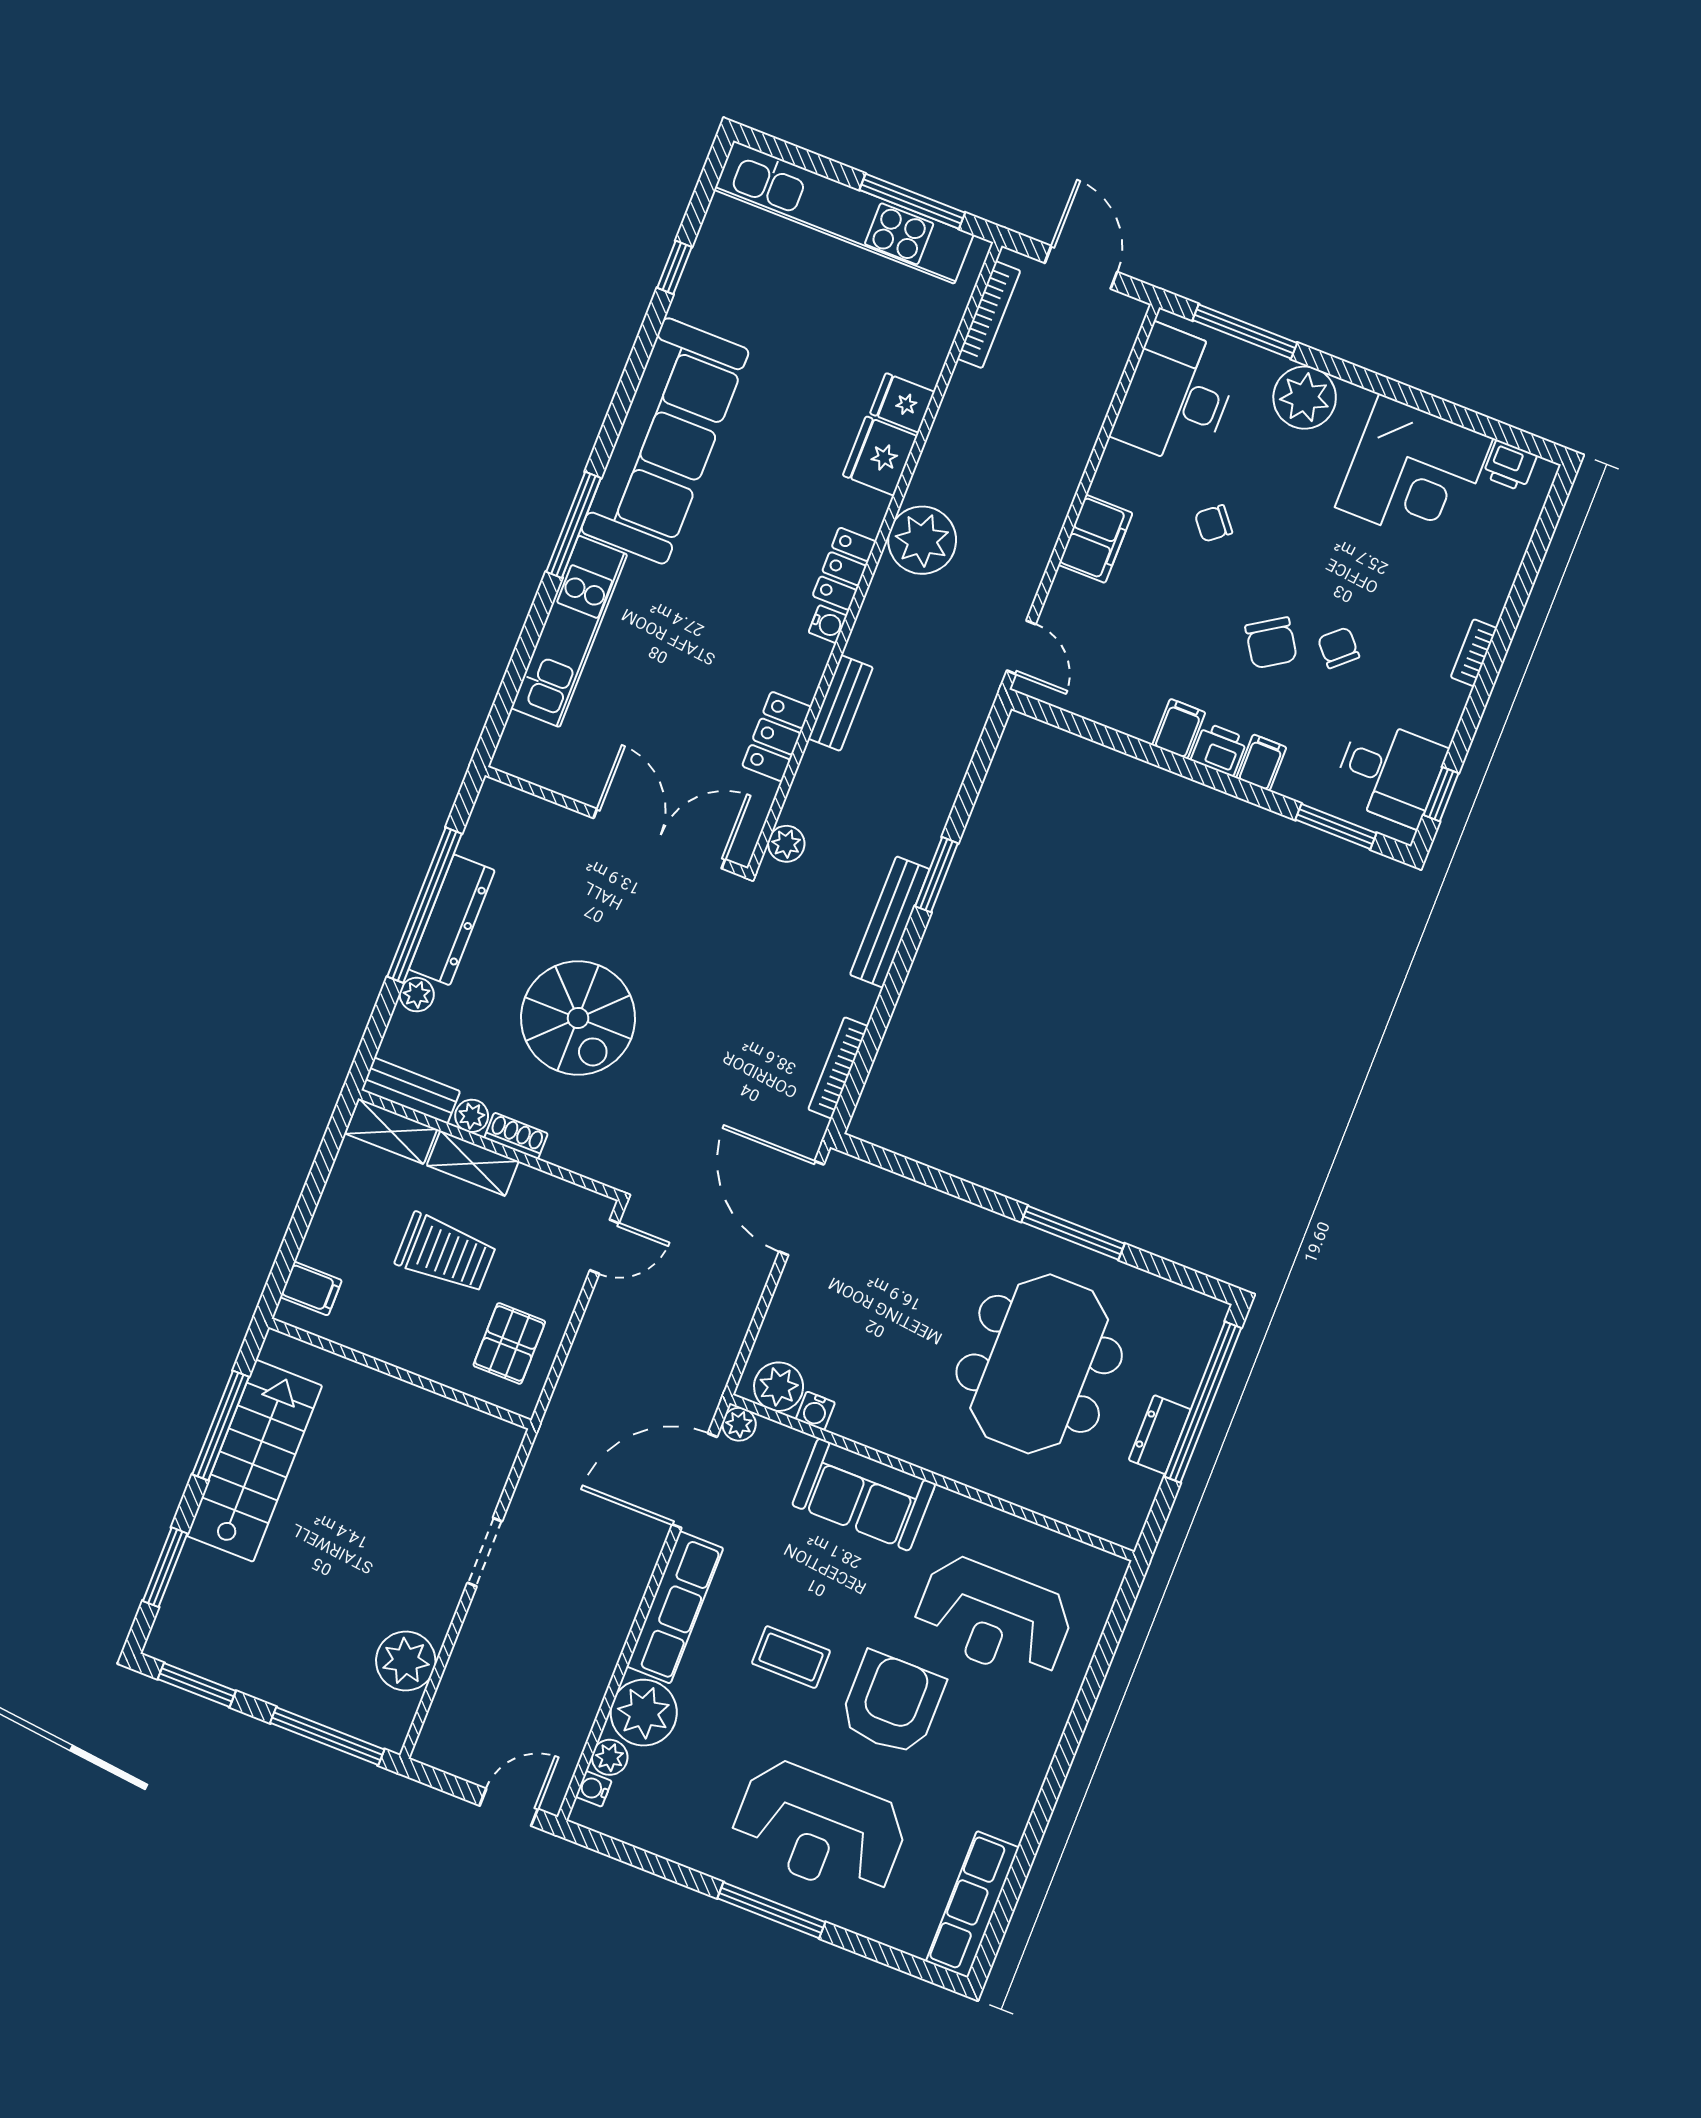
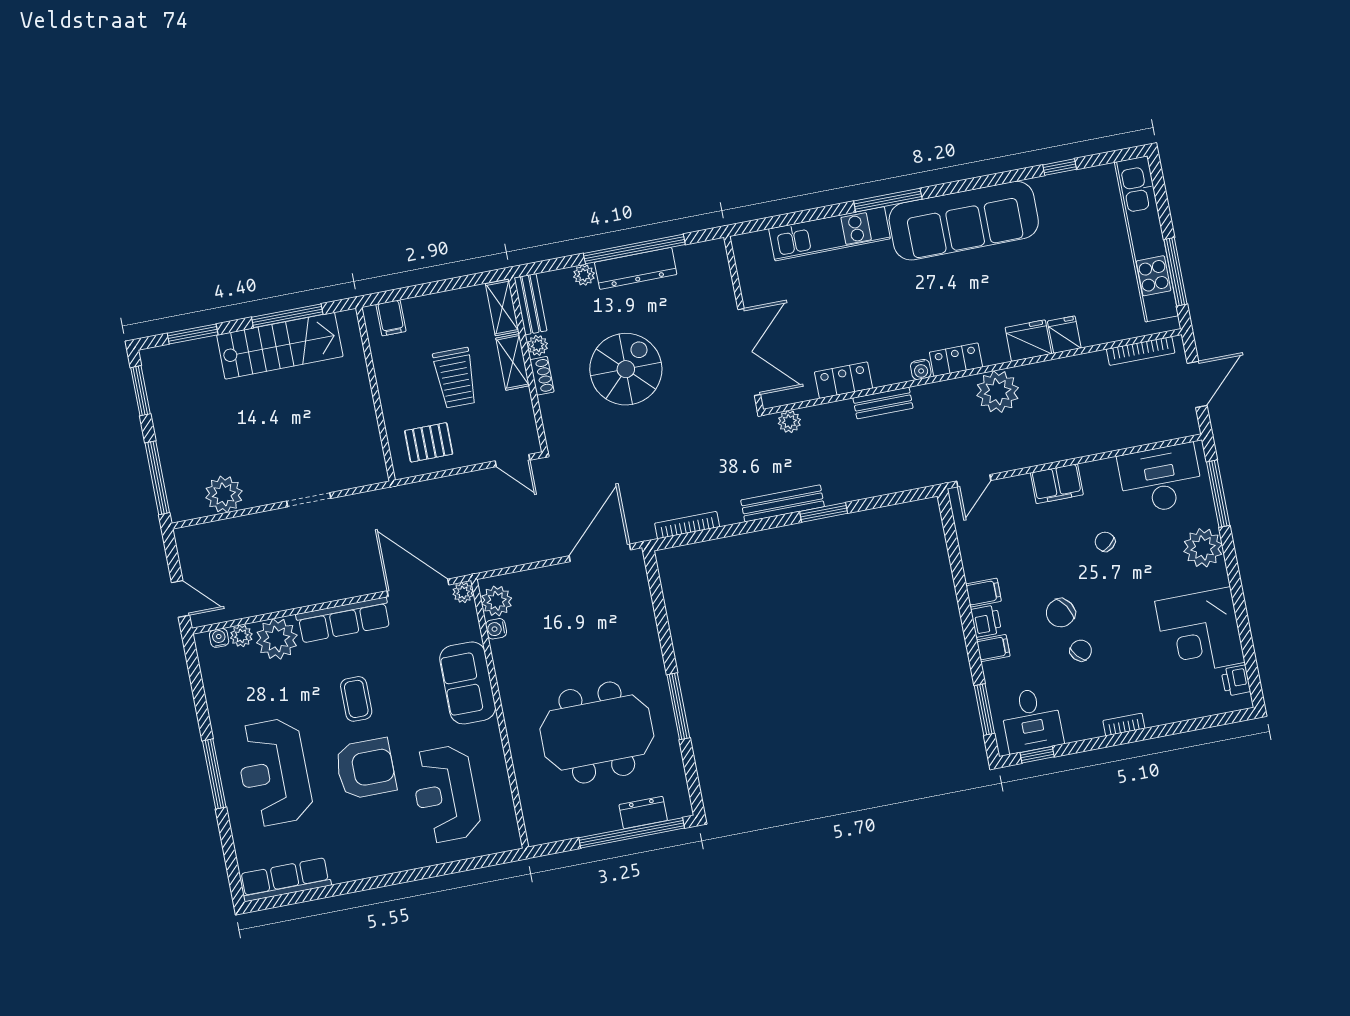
spiral stairs: (578, 1018) -> (626, 369), turned 180
dresser: (1160, 1435) -> (643, 813), moved

